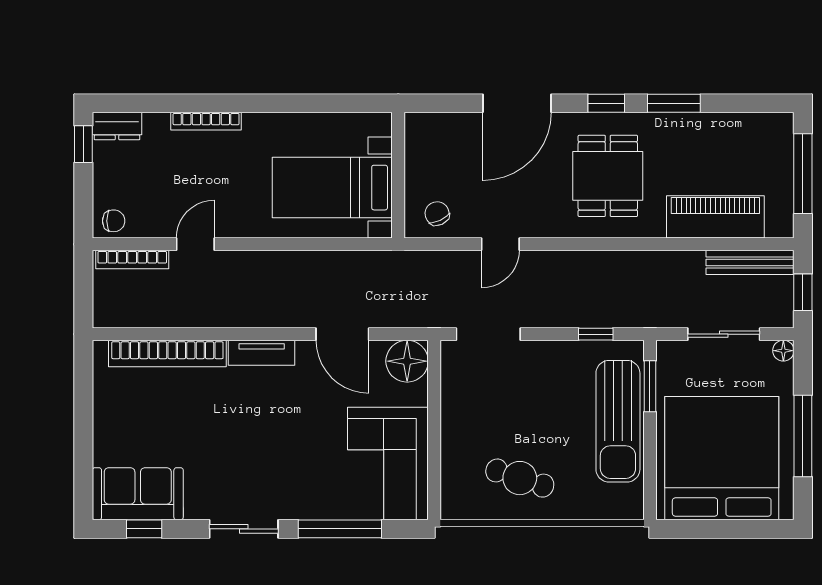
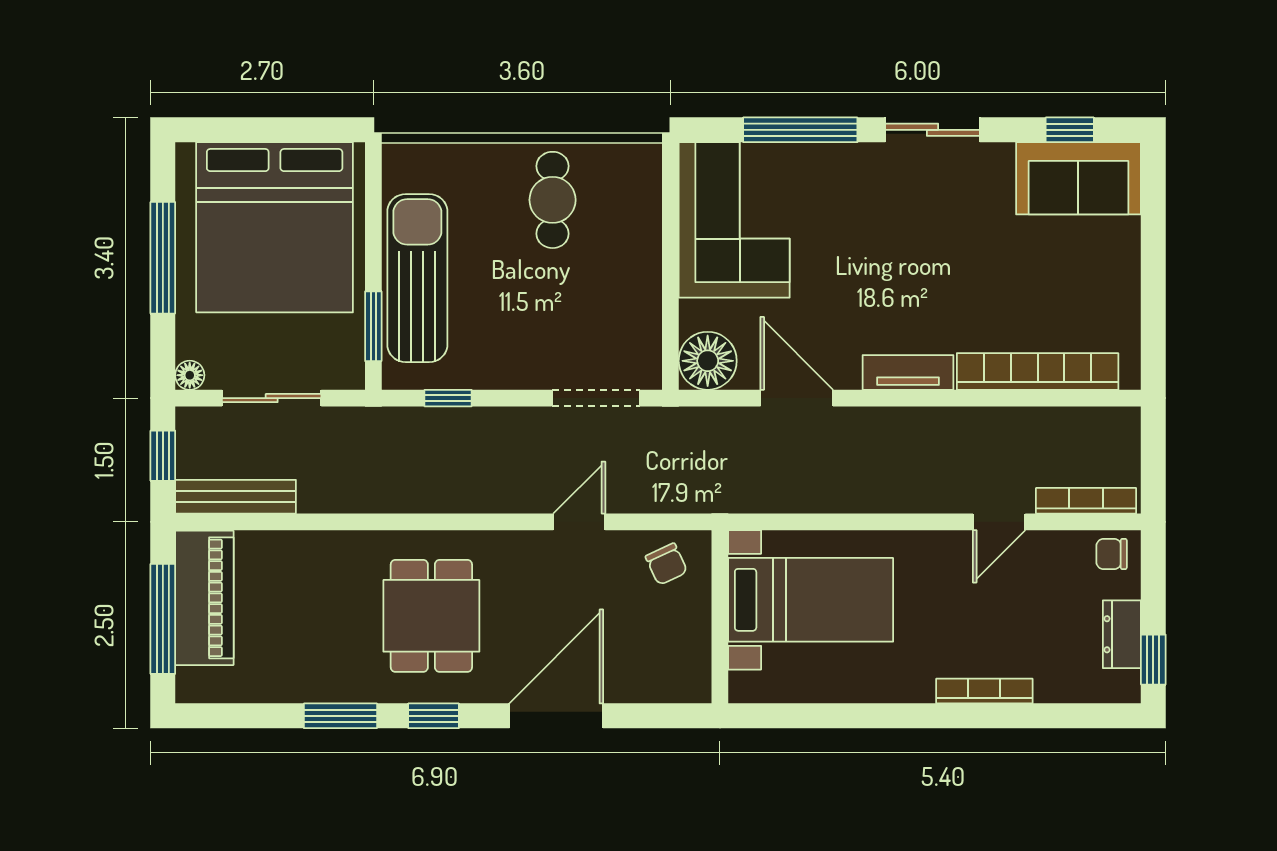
dresser: (117, 126) -> (1122, 634), moved, turned -90
piano: (715, 217) -> (204, 598), moved, turned -90
cafe table: (520, 478) -> (553, 200), turned 72

